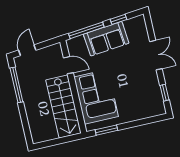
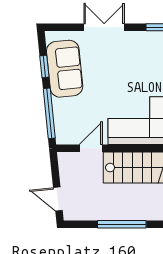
sofa: (106, 39) -> (65, 69), moved
window: (16, 85) -> (122, 224), moved

